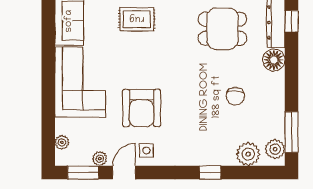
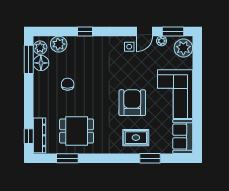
floor lamp: (274, 60) -> (41, 63), moved
armchair: (142, 108) -> (132, 103), moved
plant: (62, 142) -> (183, 48), width x1.88, depth x1.88

